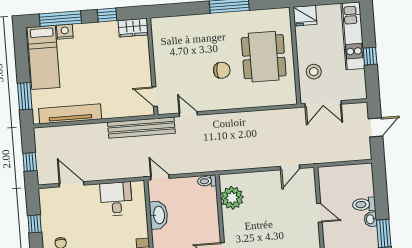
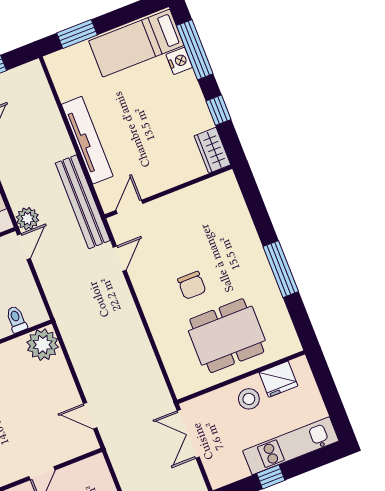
fridge: (305, 16) -> (278, 379), moved, turned -90
stool: (314, 72) -> (249, 399), moved
tv unit: (70, 114) -> (87, 140), moved
plant: (141, 169) -> (28, 219), added
toilet: (207, 181) -> (16, 319), moved
plant: (232, 198) -> (43, 345), moved

